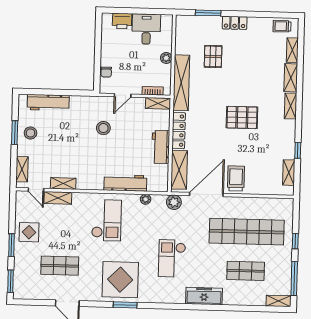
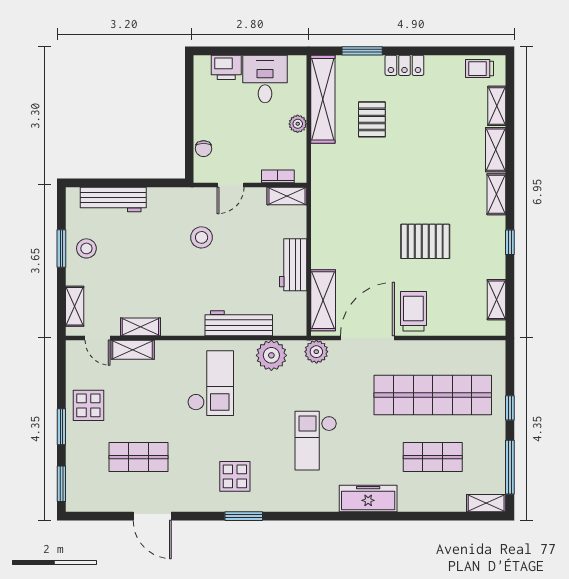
shelving: (181, 83) -> (323, 99), moved
pallet: (242, 117) -> (425, 241), moved
locker: (179, 131) -> (321, 238), removed
window: (298, 150) -> (510, 242), moved
plant: (146, 199) -> (271, 355), width x1.87, depth x1.87
display table: (120, 280) -> (235, 476), width x0.54, depth x0.54

